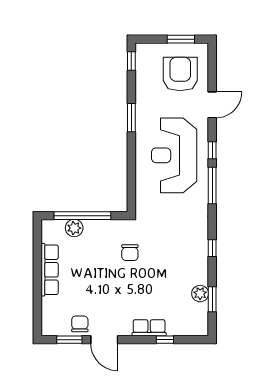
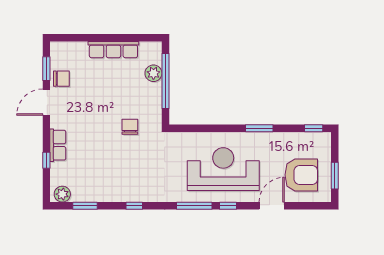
door: (212, 105) -> (272, 206), swing flipped
chair: (130, 253) -> (130, 127), turned 90
plant: (200, 294) -> (62, 194), moved

